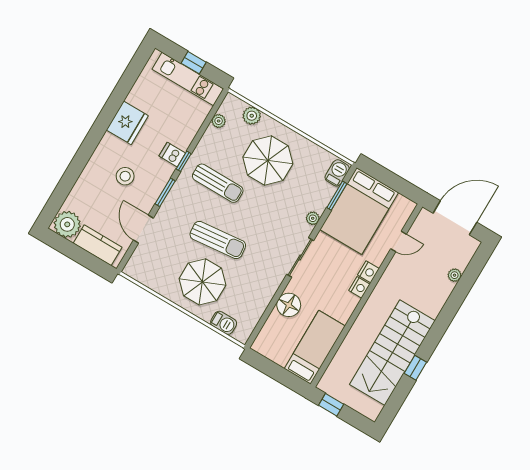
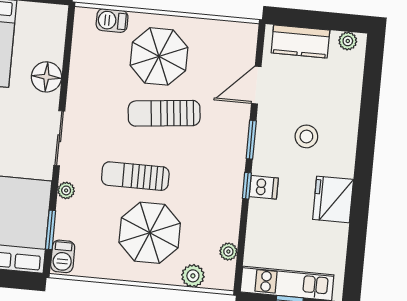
sun lounger: (218, 183) -> (135, 176), moved
plant: (67, 224) -> (348, 41), width x0.53, depth x0.53
door: (143, 229) -> (256, 85), swing flipped

